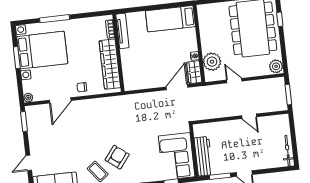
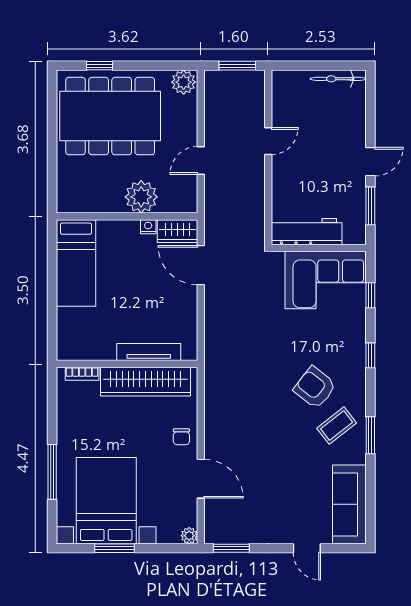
tv unit: (122, 31) -> (149, 352), moved
plant: (212, 62) -> (141, 197), moved
workbench: (203, 156) -> (307, 232), moved

